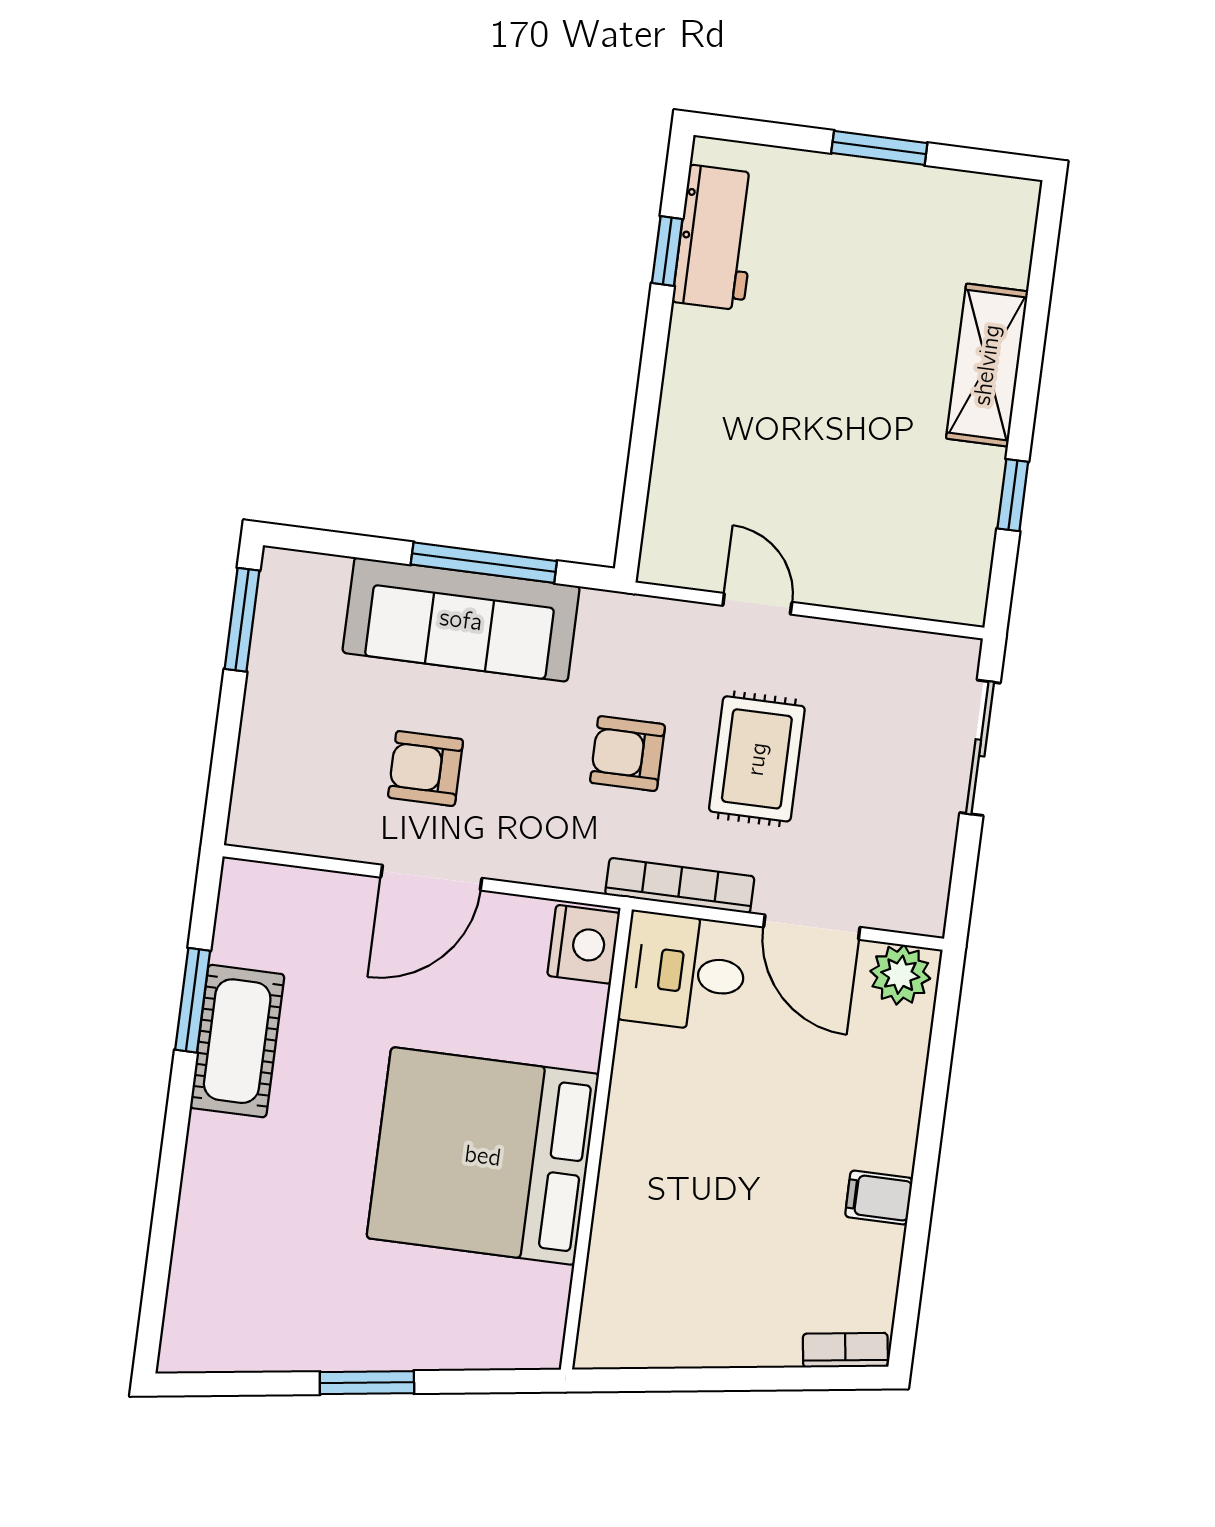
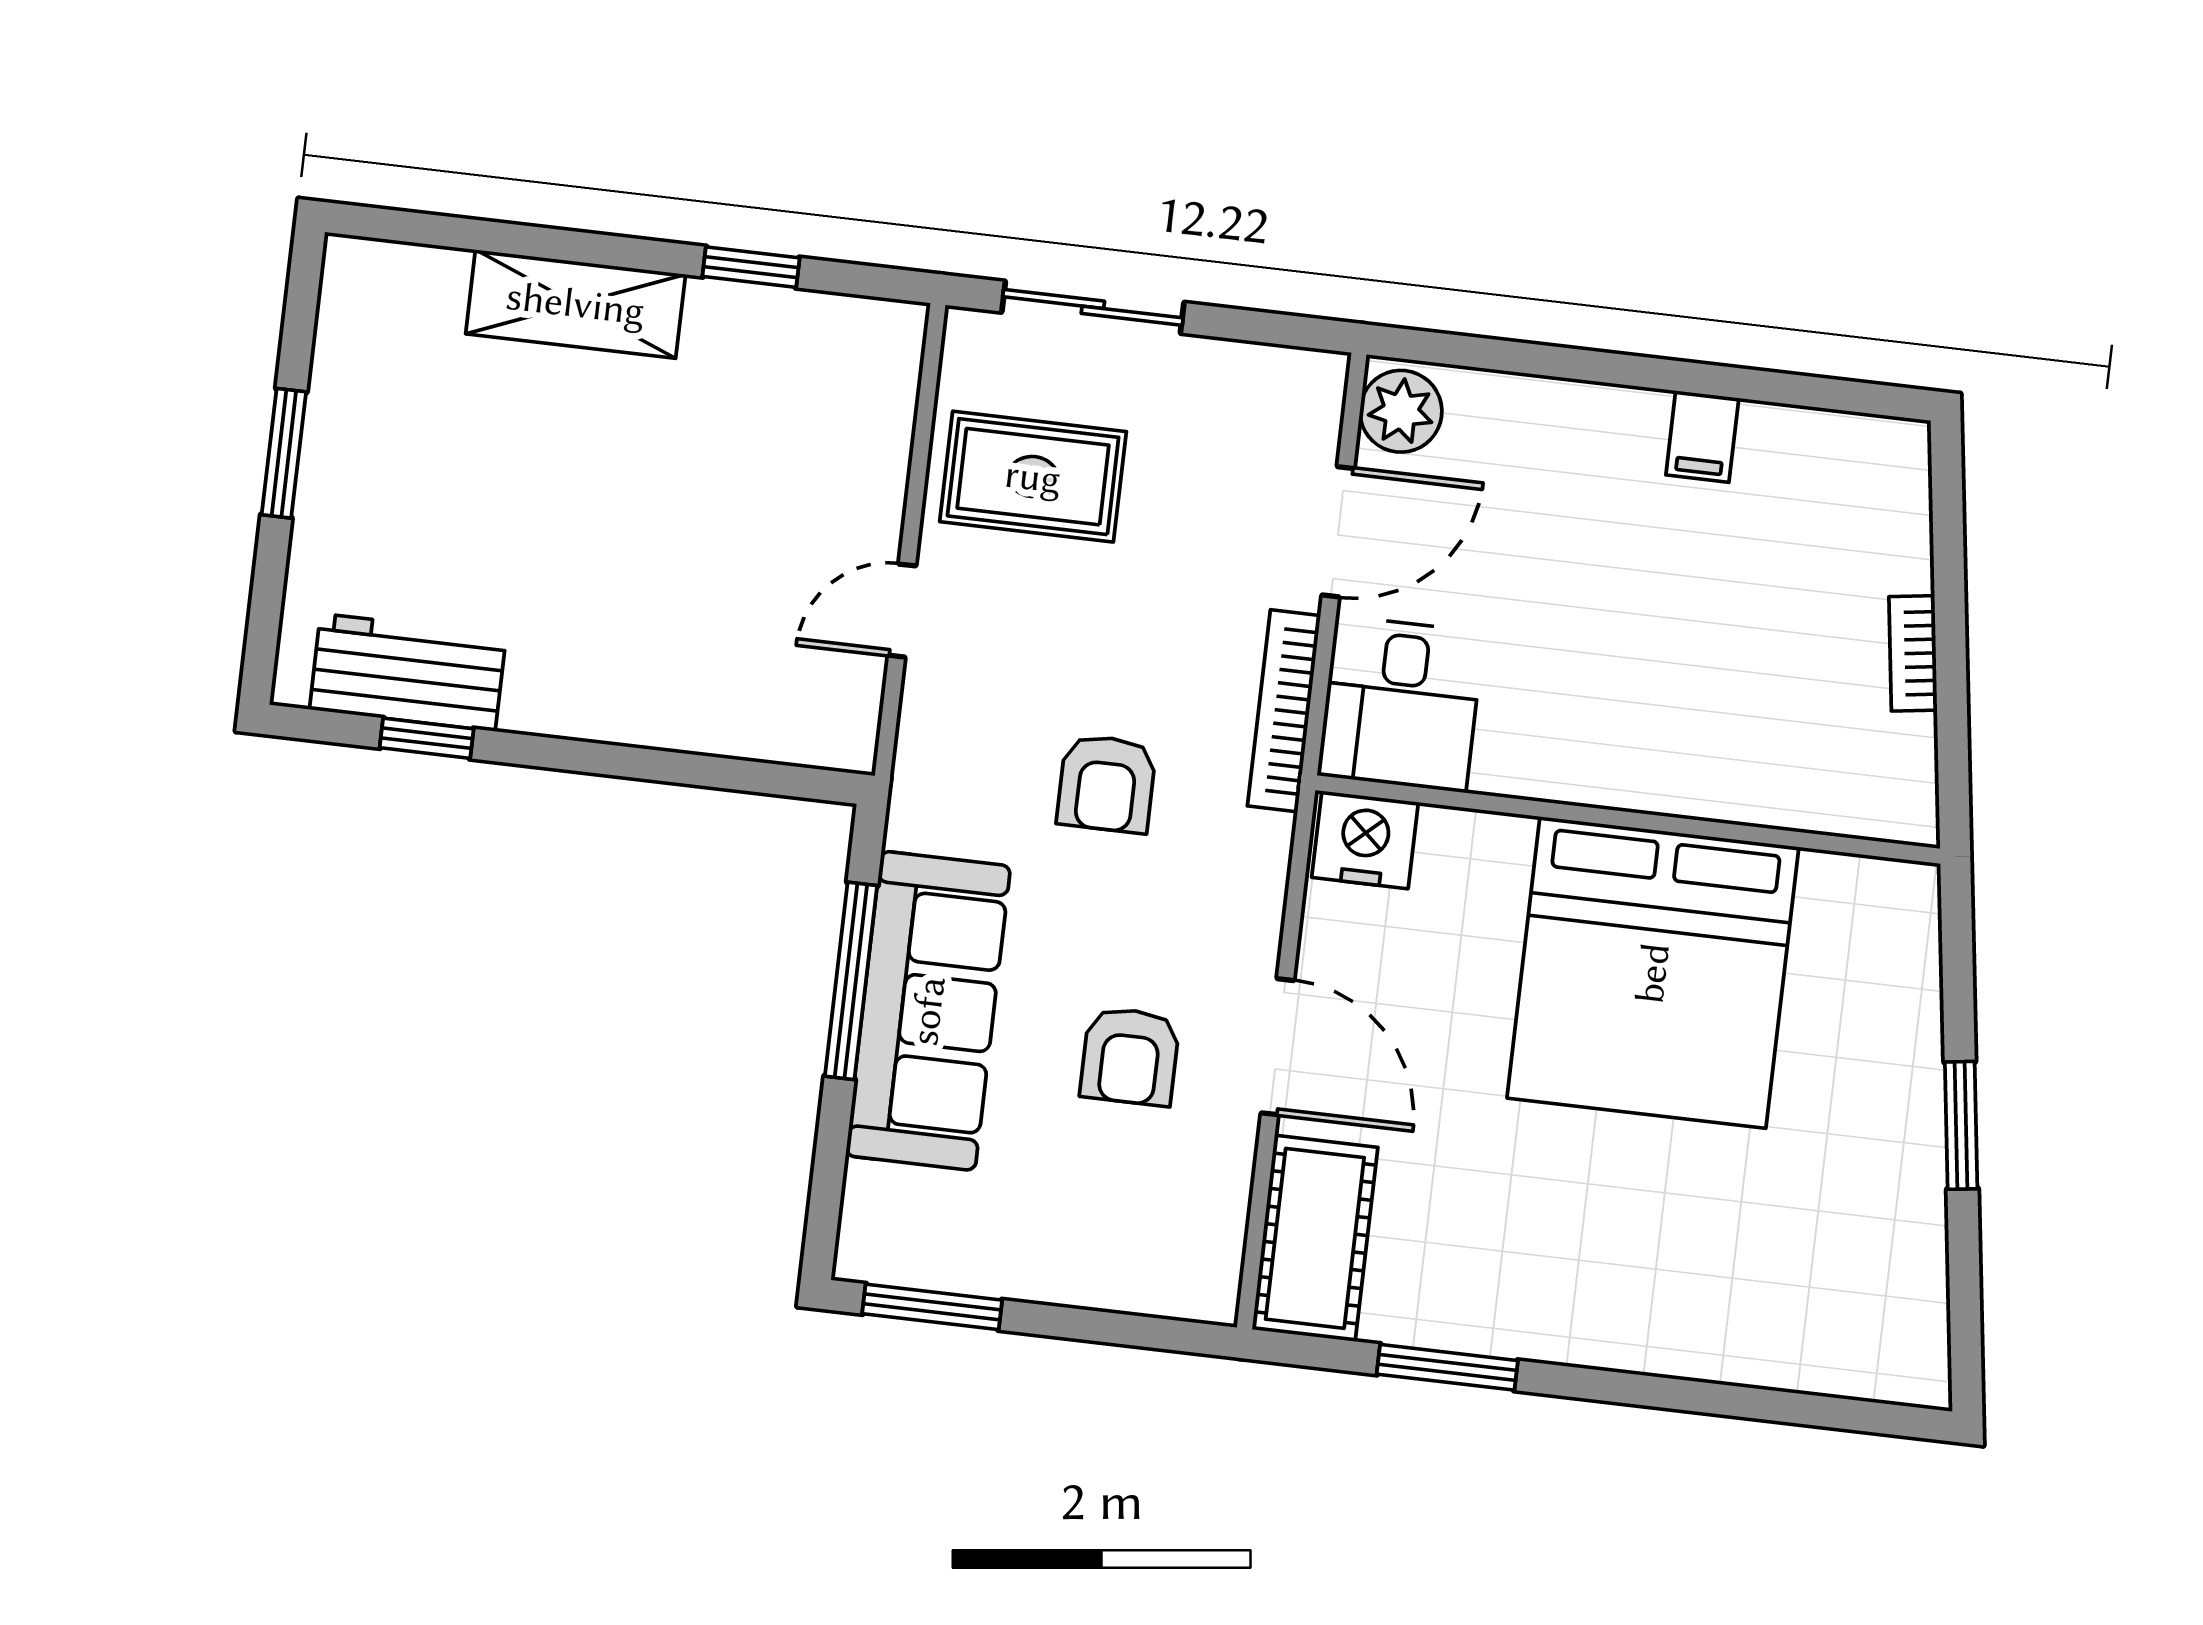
rug: (757, 759) -> (1033, 477), moved
cot: (237, 1041) -> (1315, 1238), moved, turned 90
bookcase: (845, 1350) -> (1913, 653), moved

